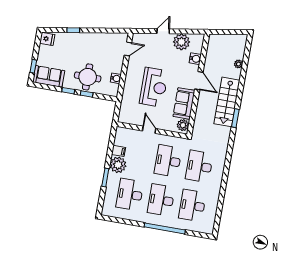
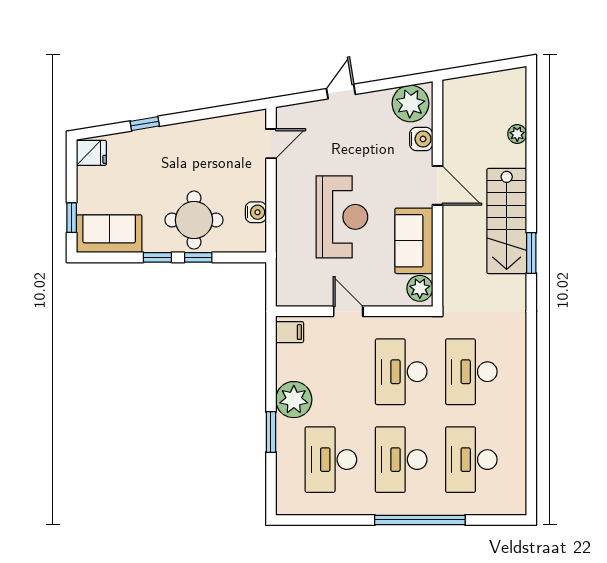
plant: (181, 42) -> (410, 104), moved
filing cabinet: (119, 151) -> (290, 332), moved

